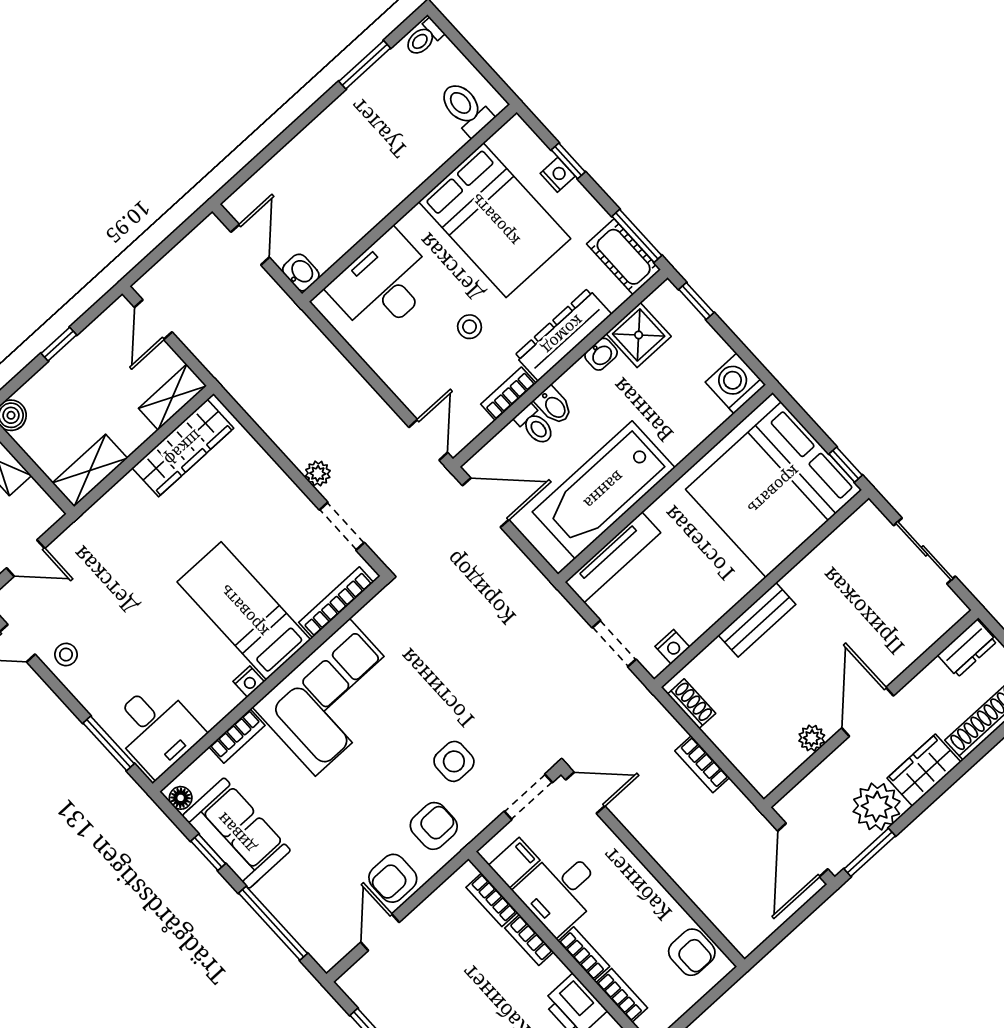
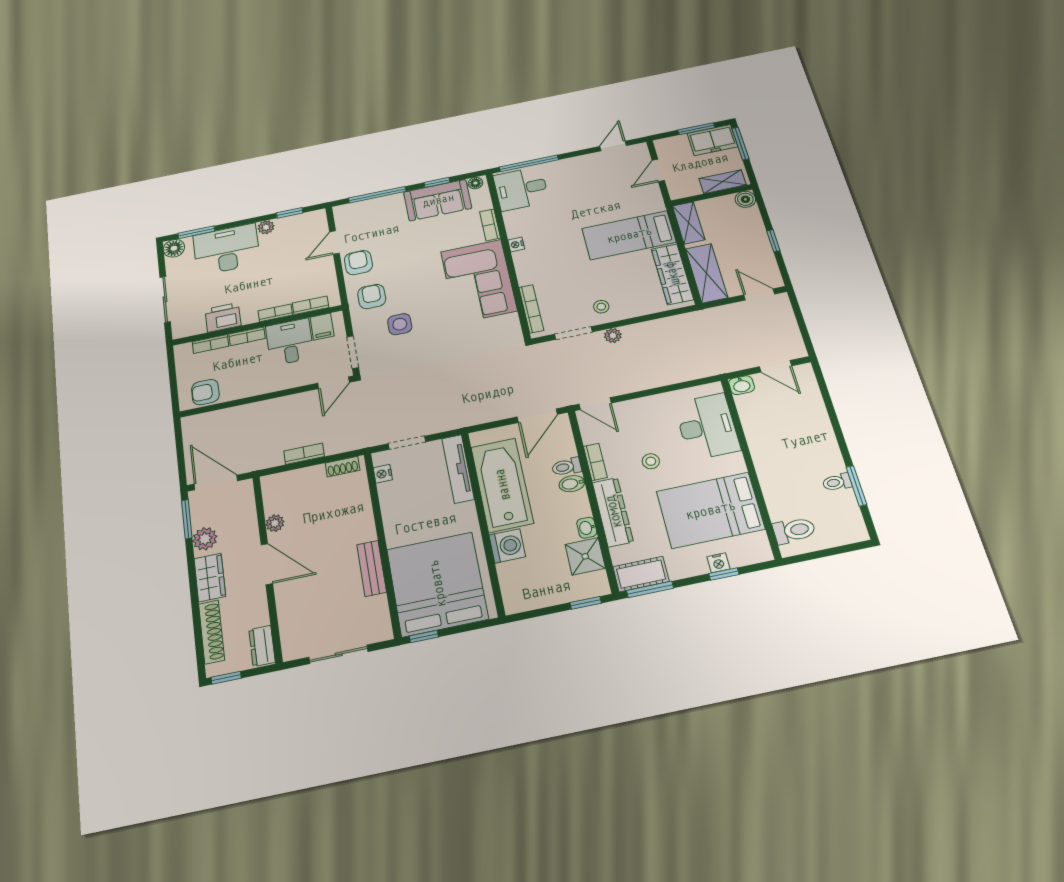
toilet: (424, 38) -> (837, 482), moved, turned -90
washing machine: (735, 383) -> (507, 546), moved
shelving: (173, 397) -> (707, 273), width x1.50, depth x1.33
bed: (244, 611) -> (629, 235), moved, turned 180
bench: (757, 620) -> (372, 568), moved
stool: (66, 655) -> (601, 307), moved
window: (109, 743) -> (529, 163), width x1.44
plant: (877, 807) -> (205, 539), width x0.73, depth x0.73
armchair: (434, 826) -> (372, 297), turned 180
door: (380, 932) -> (334, 242), swing flipped

